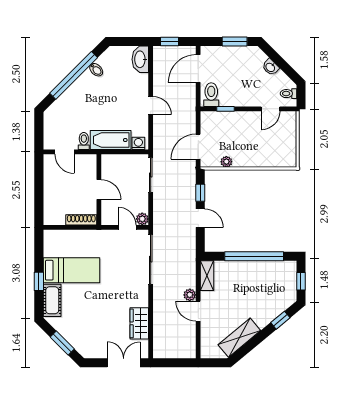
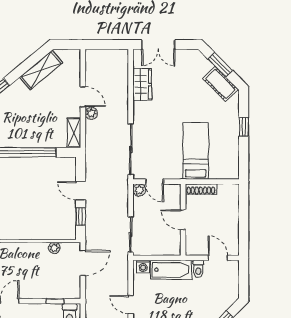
bed: (71, 270) -> (196, 151), moved, turned 90
cot: (52, 300) -> (220, 84), moved, turned -45

